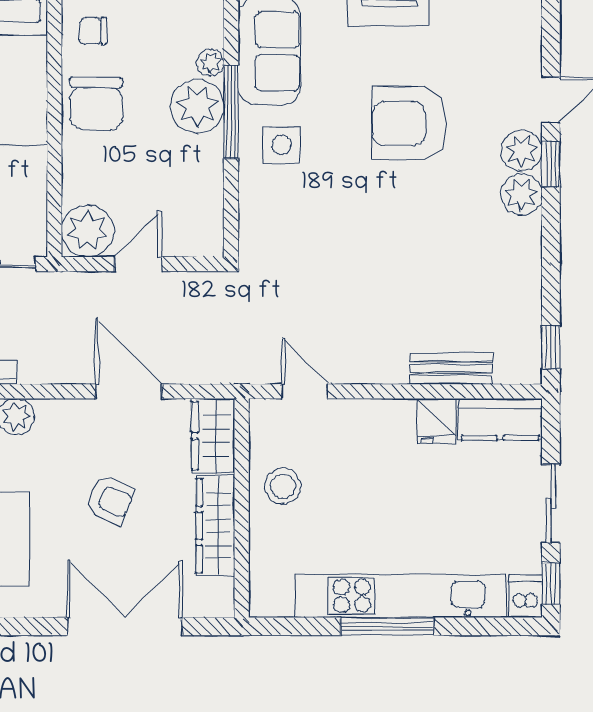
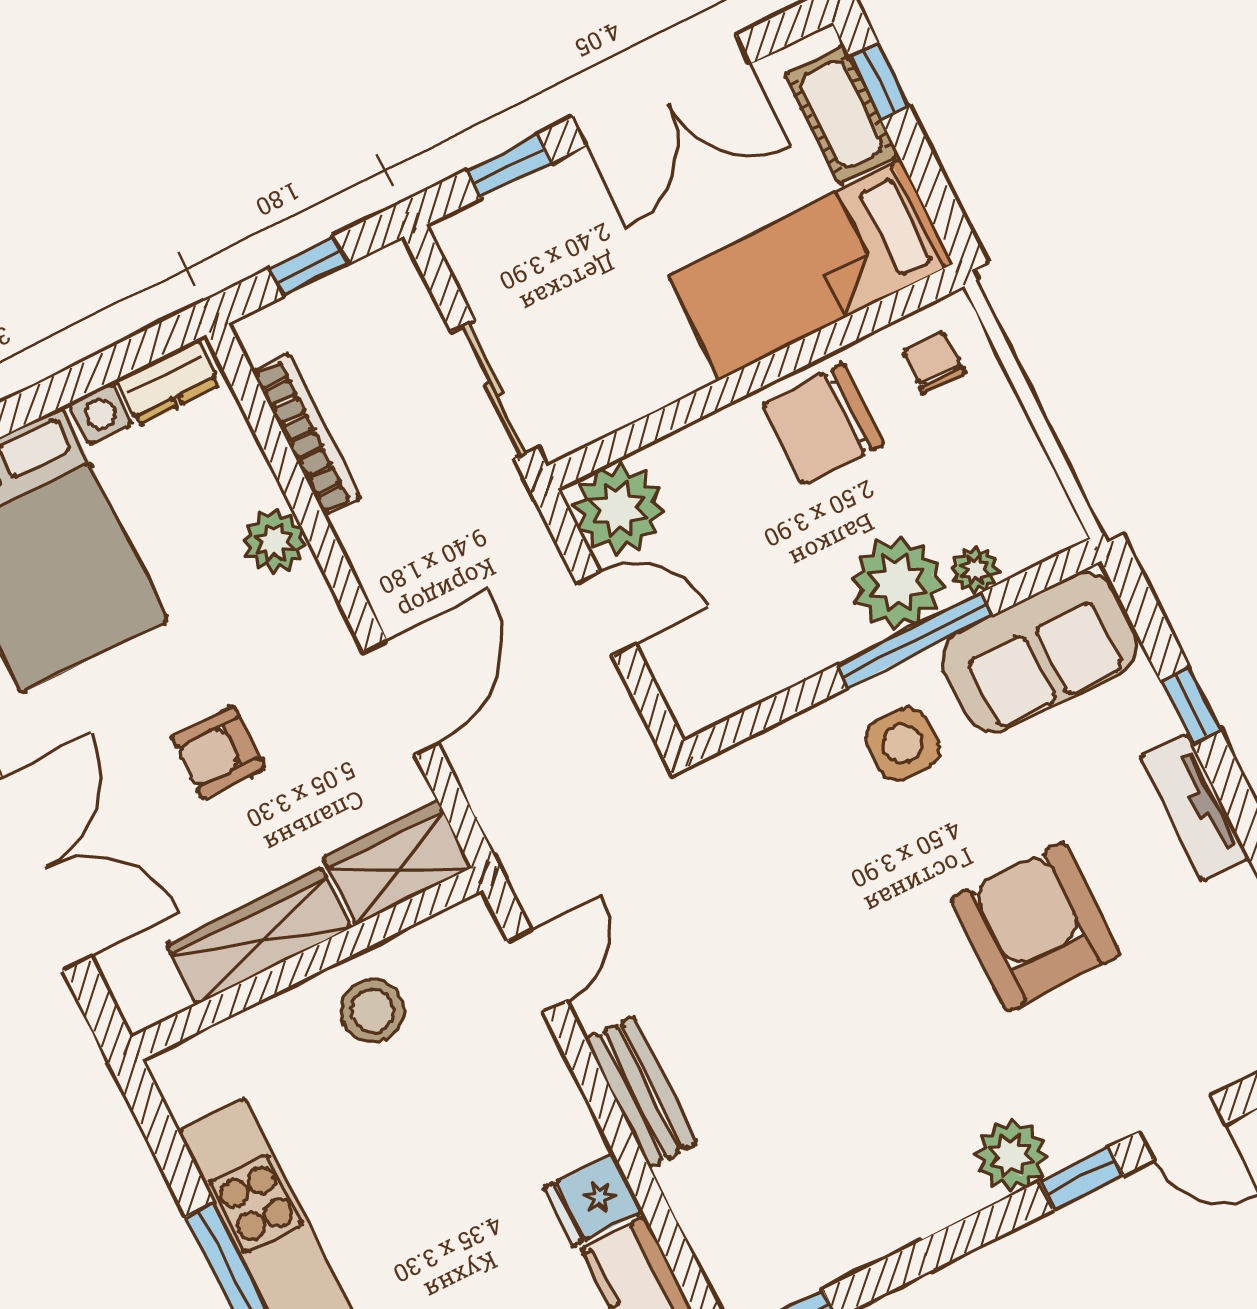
plant: (522, 151) -> (1080, 1122), removed
bench: (451, 369) -> (641, 1092), moved
armchair: (110, 500) -> (218, 752), turned 66

